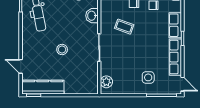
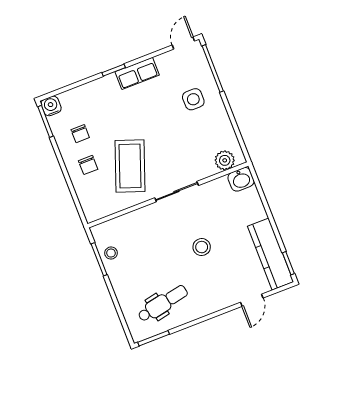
washbasin: (92, 16) -> (241, 179), moved
row of seats: (175, 25) -> (98, 89), removed
coffee table: (124, 27) -> (130, 166), width x1.86, depth x1.72
row of seats: (175, 57) -> (137, 73), width x0.68

